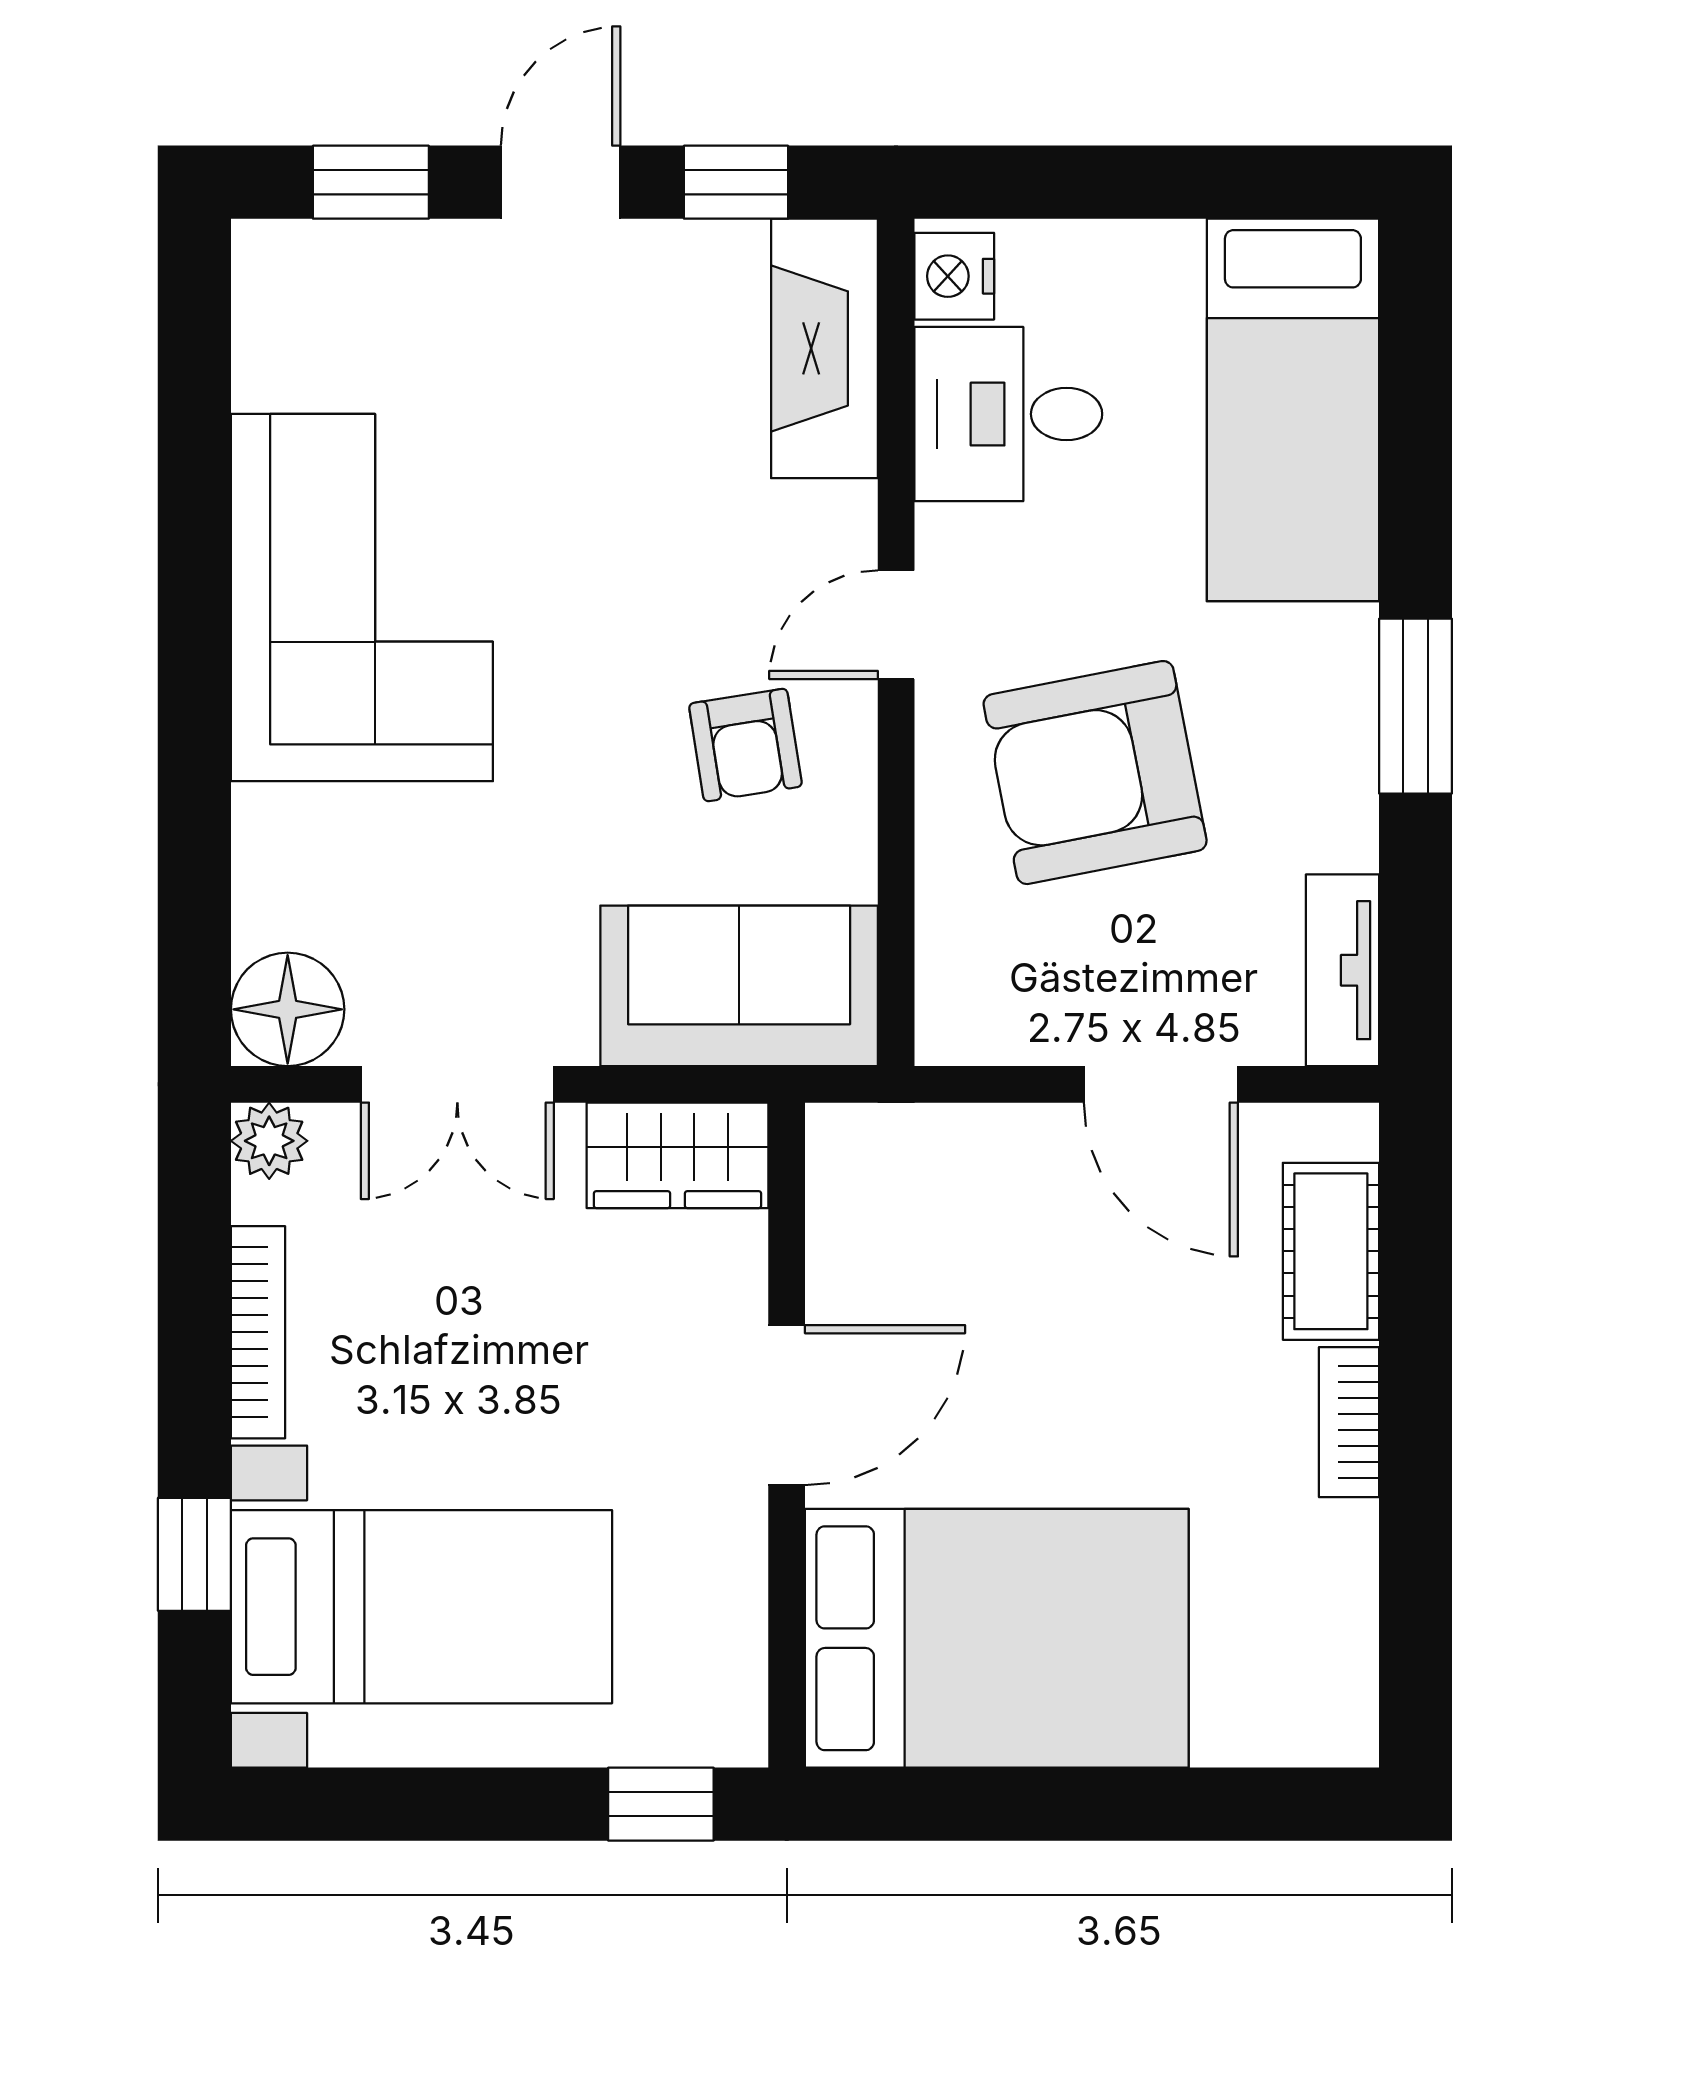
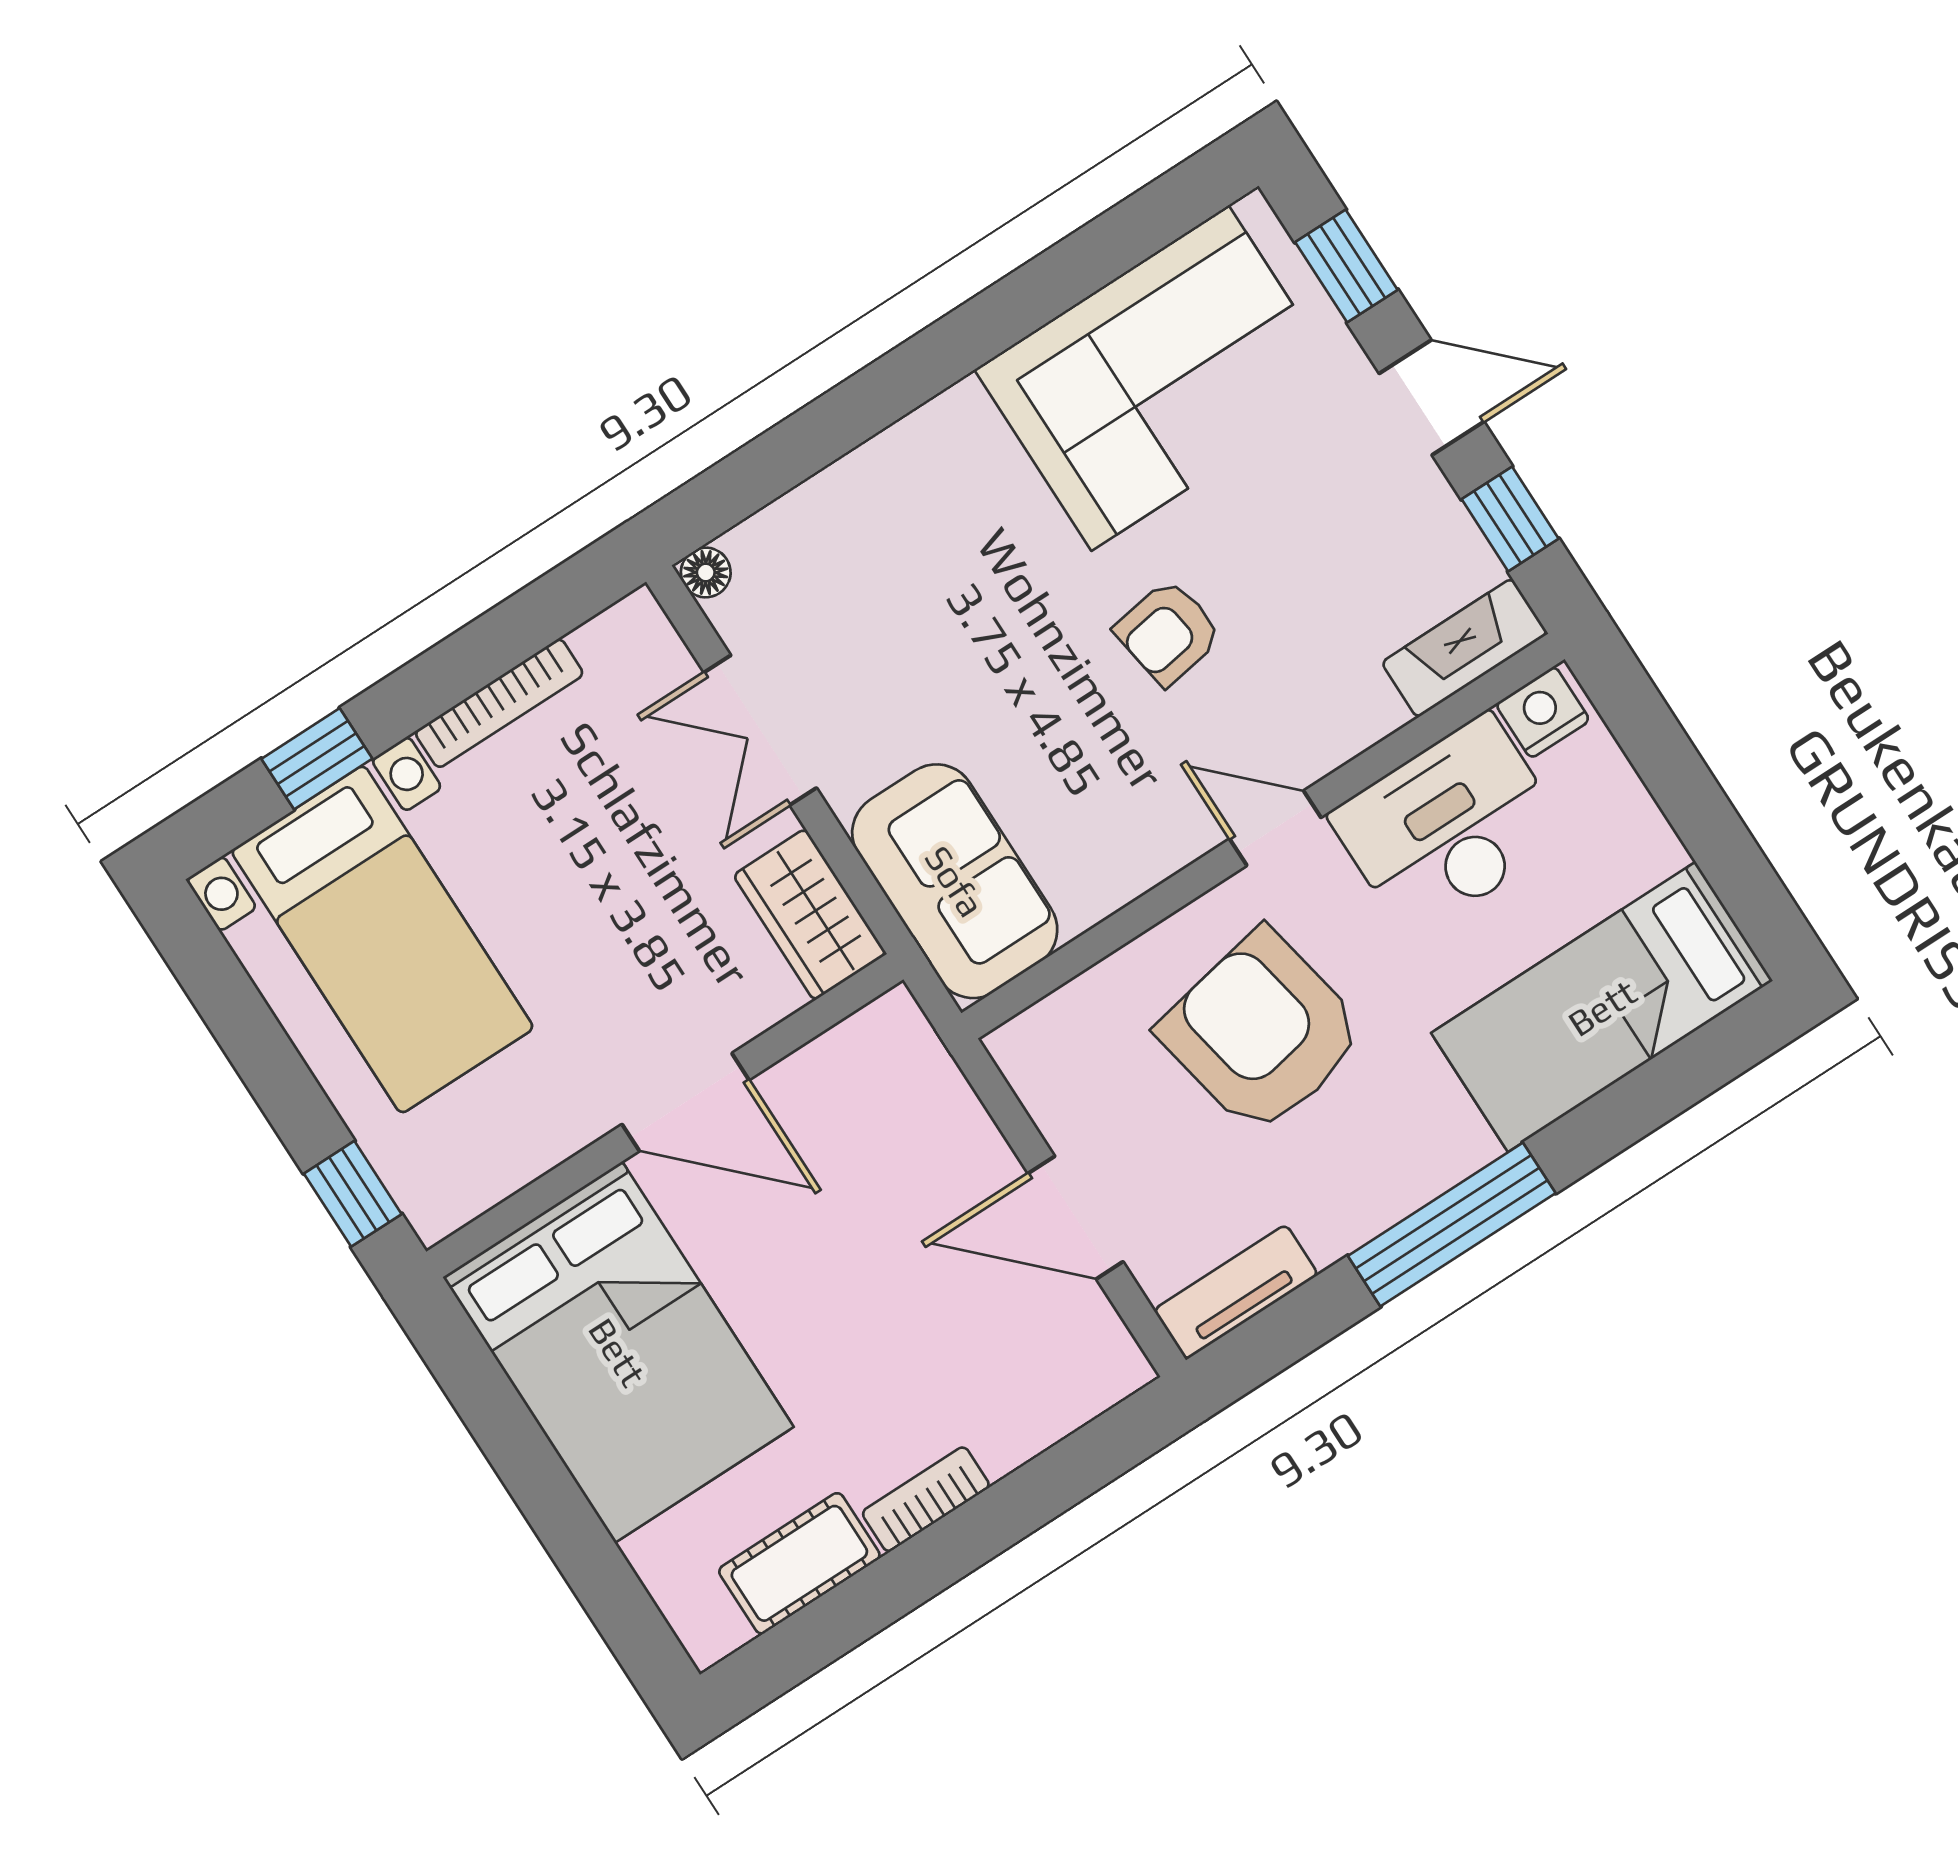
fireplace: (824, 348) -> (1465, 648), width x0.73, depth x0.76
desk: (1008, 414) -> (1449, 826), width x1.37
corner sofa: (362, 598) -> (1160, 378), moved
window: (1415, 706) -> (1452, 1224), width x1.44
armchair: (745, 745) -> (1168, 632), moved
floor lamp: (288, 1009) -> (706, 572), width x0.53, depth x0.53
door: (1161, 1084) -> (1076, 1218), hinge flipped
plant: (269, 1141) -> (637, 625), removed
cot: (1331, 1251) -> (799, 1563), moved

